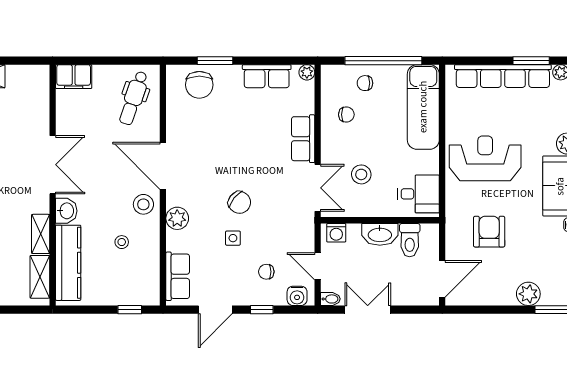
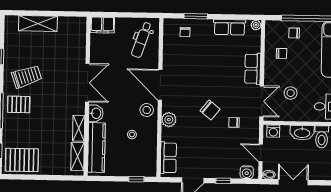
chair: (199, 85) -> (185, 32), width x0.54, depth x0.54
side table: (233, 238) -> (205, 133), removed
chair: (266, 272) -> (234, 122), moved

